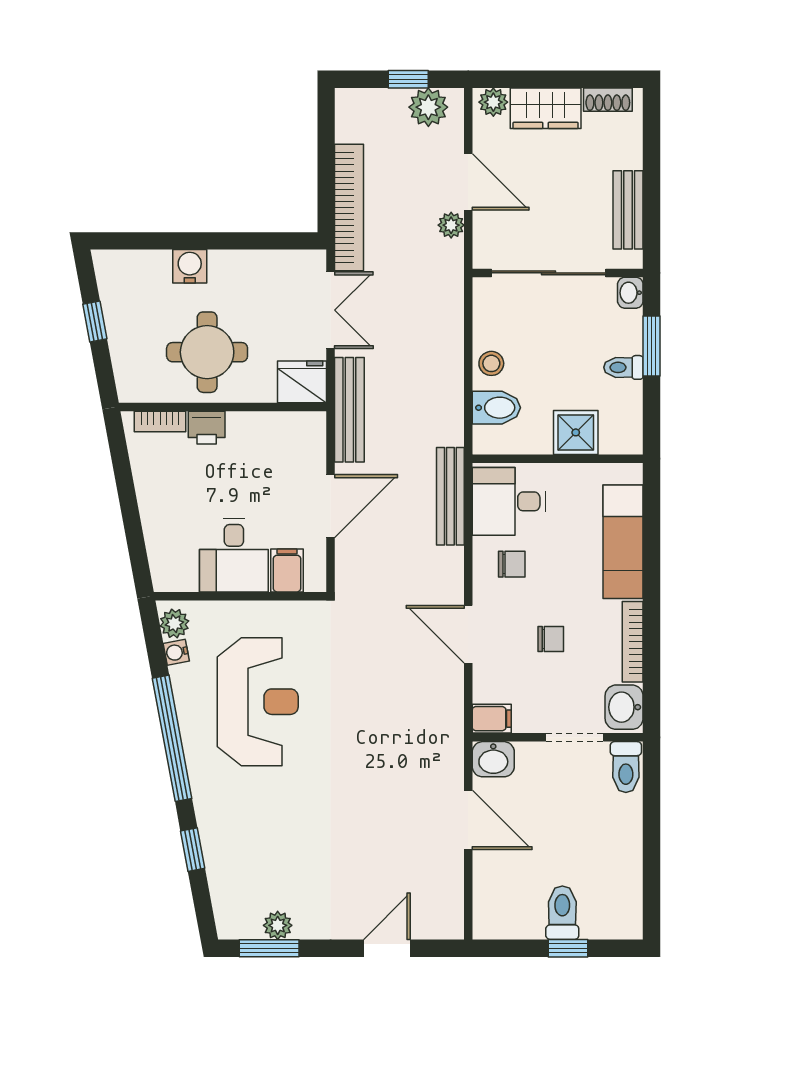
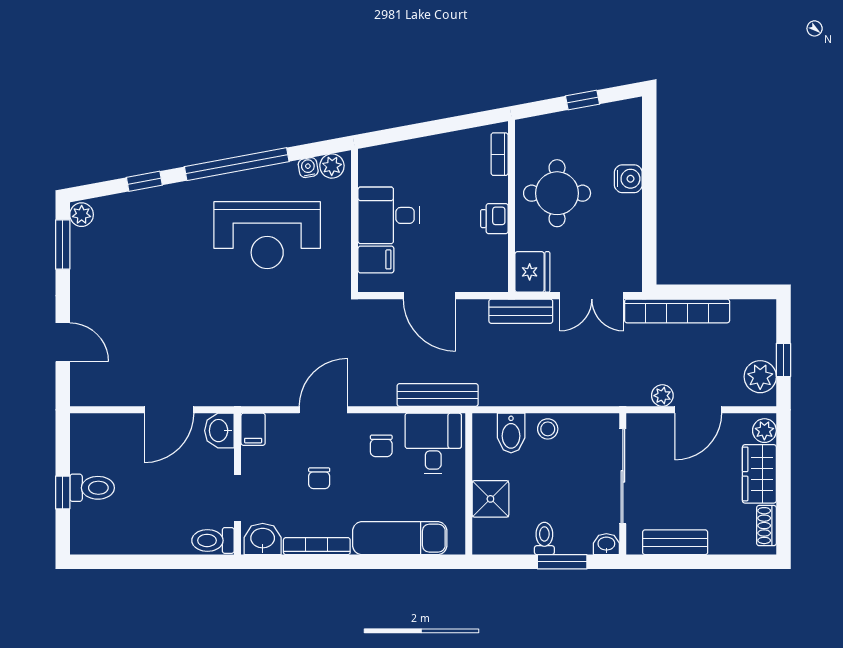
bench: (349, 410) -> (521, 311), width x0.73
printer: (207, 428) -> (494, 219), moved
plant: (278, 925) -> (82, 215), moved

